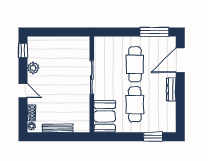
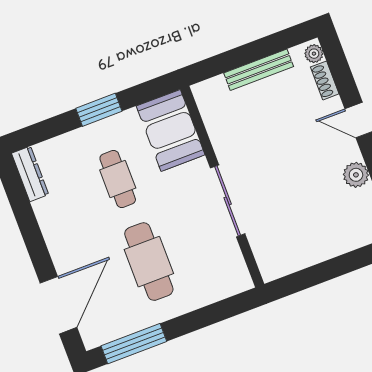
dresser: (171, 89) -> (30, 174), moved
cafe table: (135, 104) -> (118, 179), width x0.73, depth x0.74
window: (153, 137) -> (99, 110), moved

